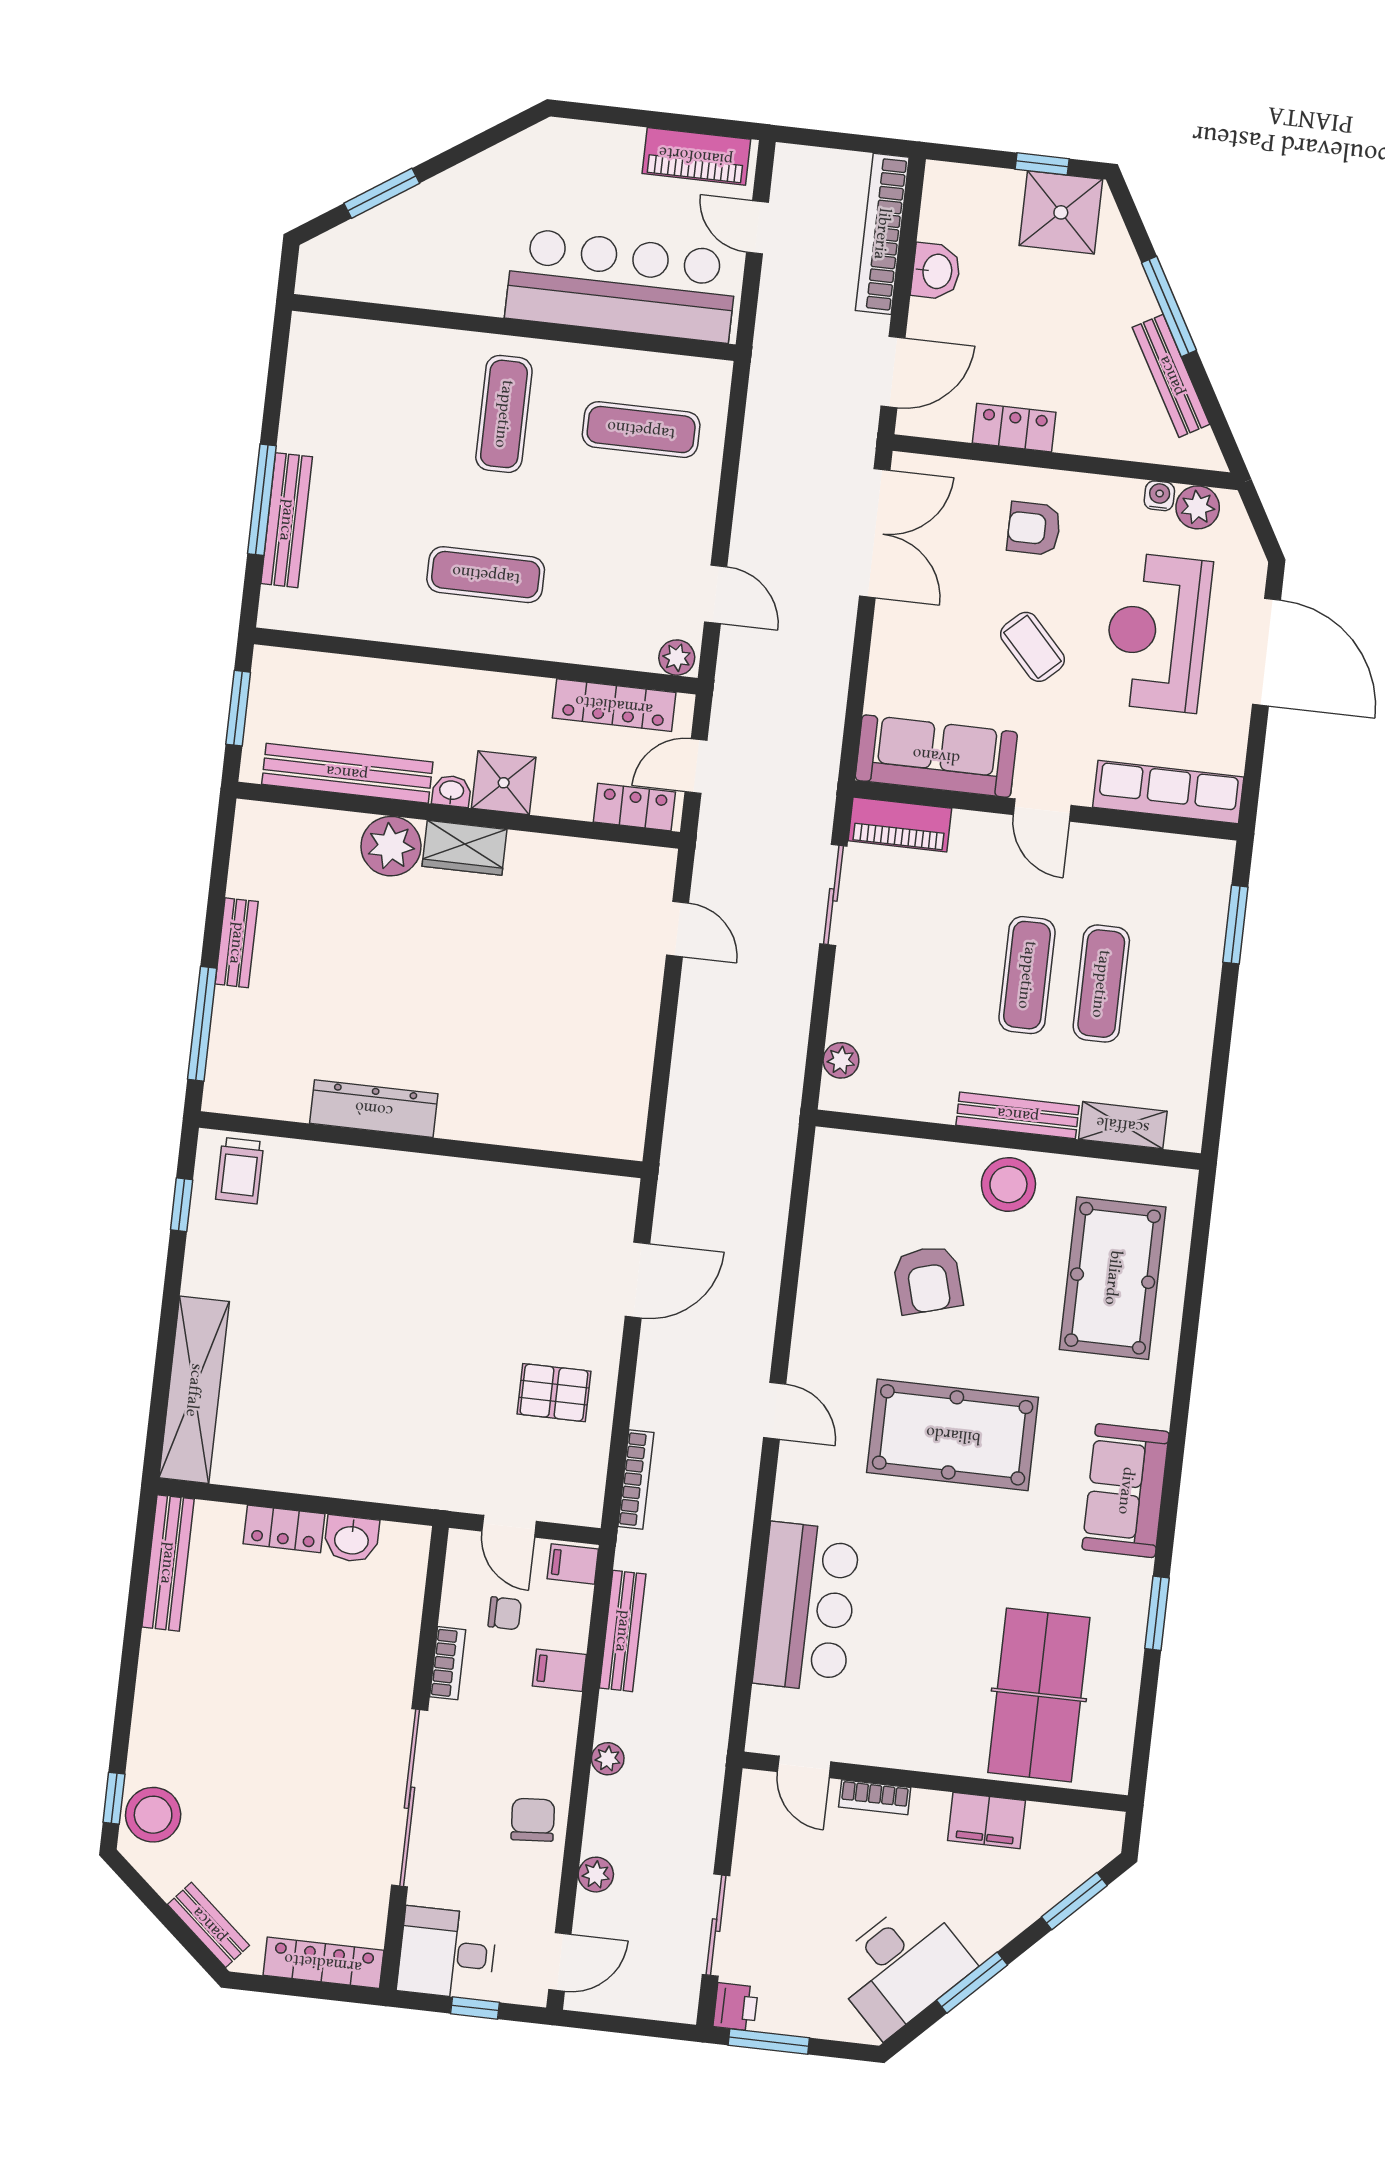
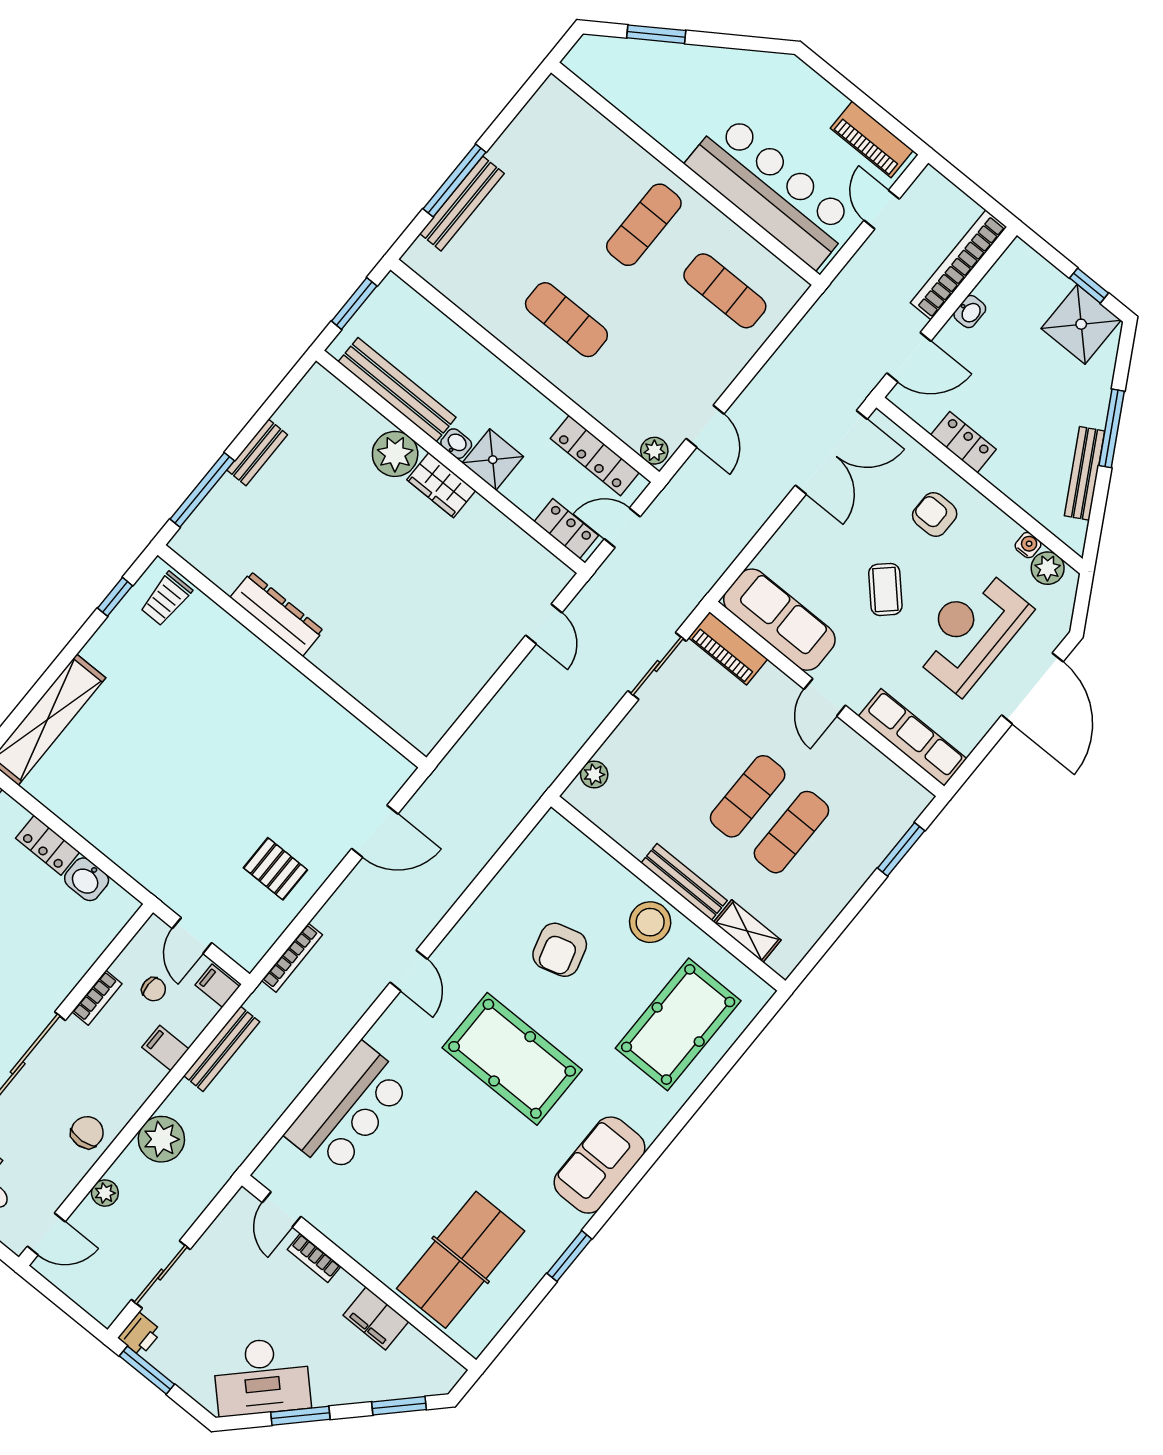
washbasin: (936, 271) -> (970, 312), width x0.72, depth x0.69
plant: (608, 1759) -> (161, 1139), width x1.88, depth x1.88

